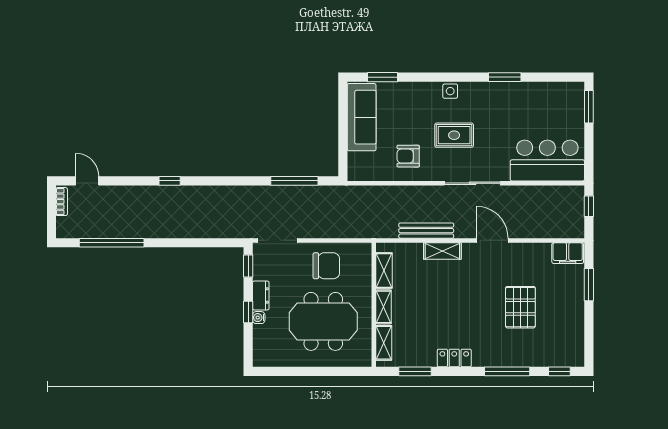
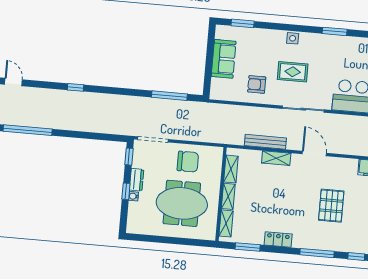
sofa: (362, 117) -> (224, 59), width x0.73

